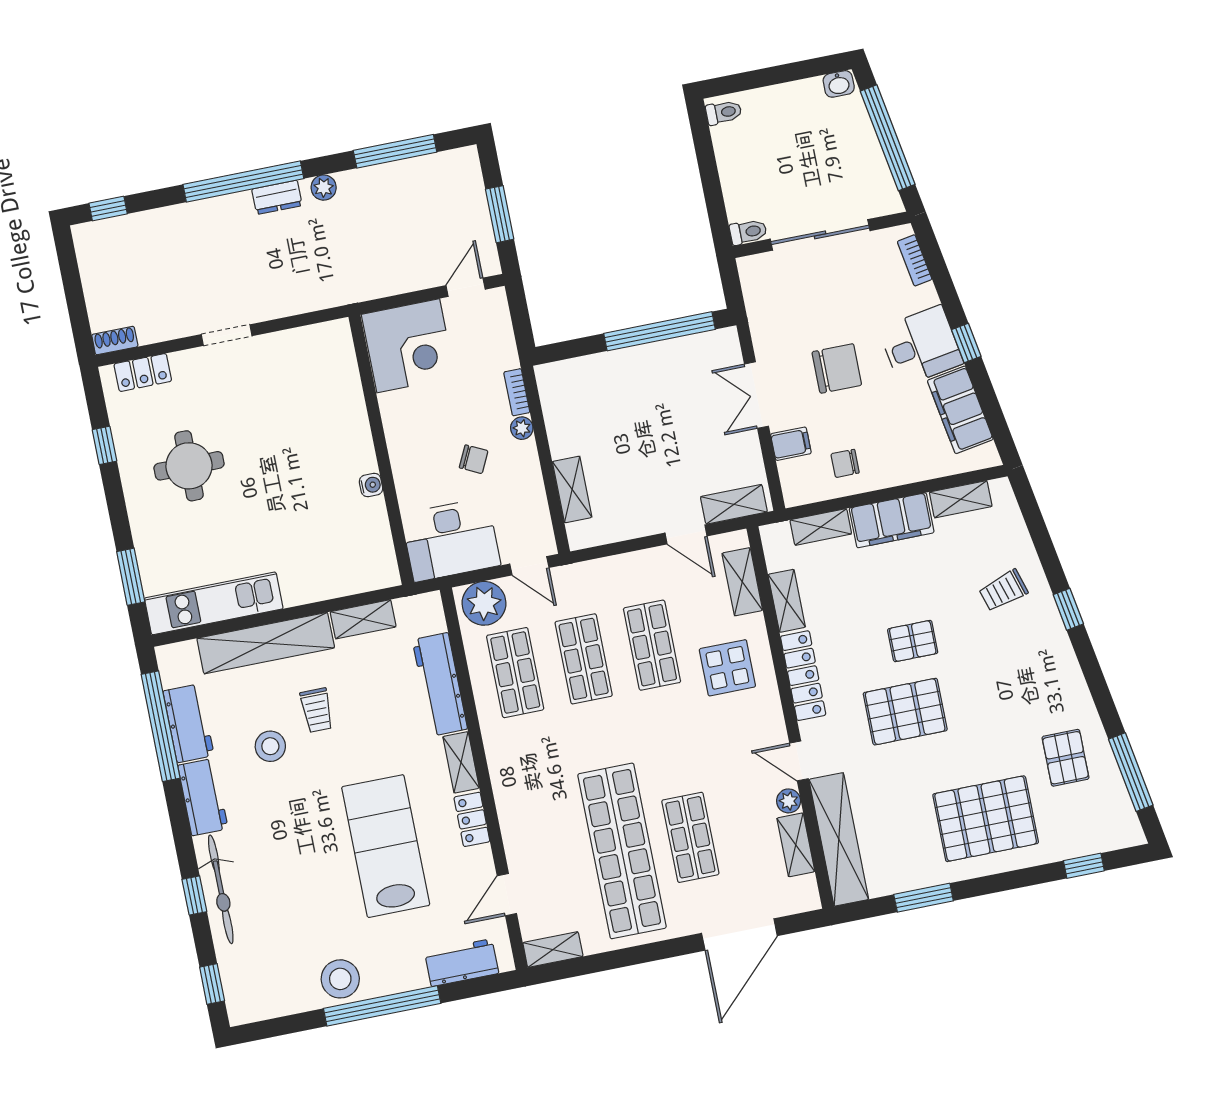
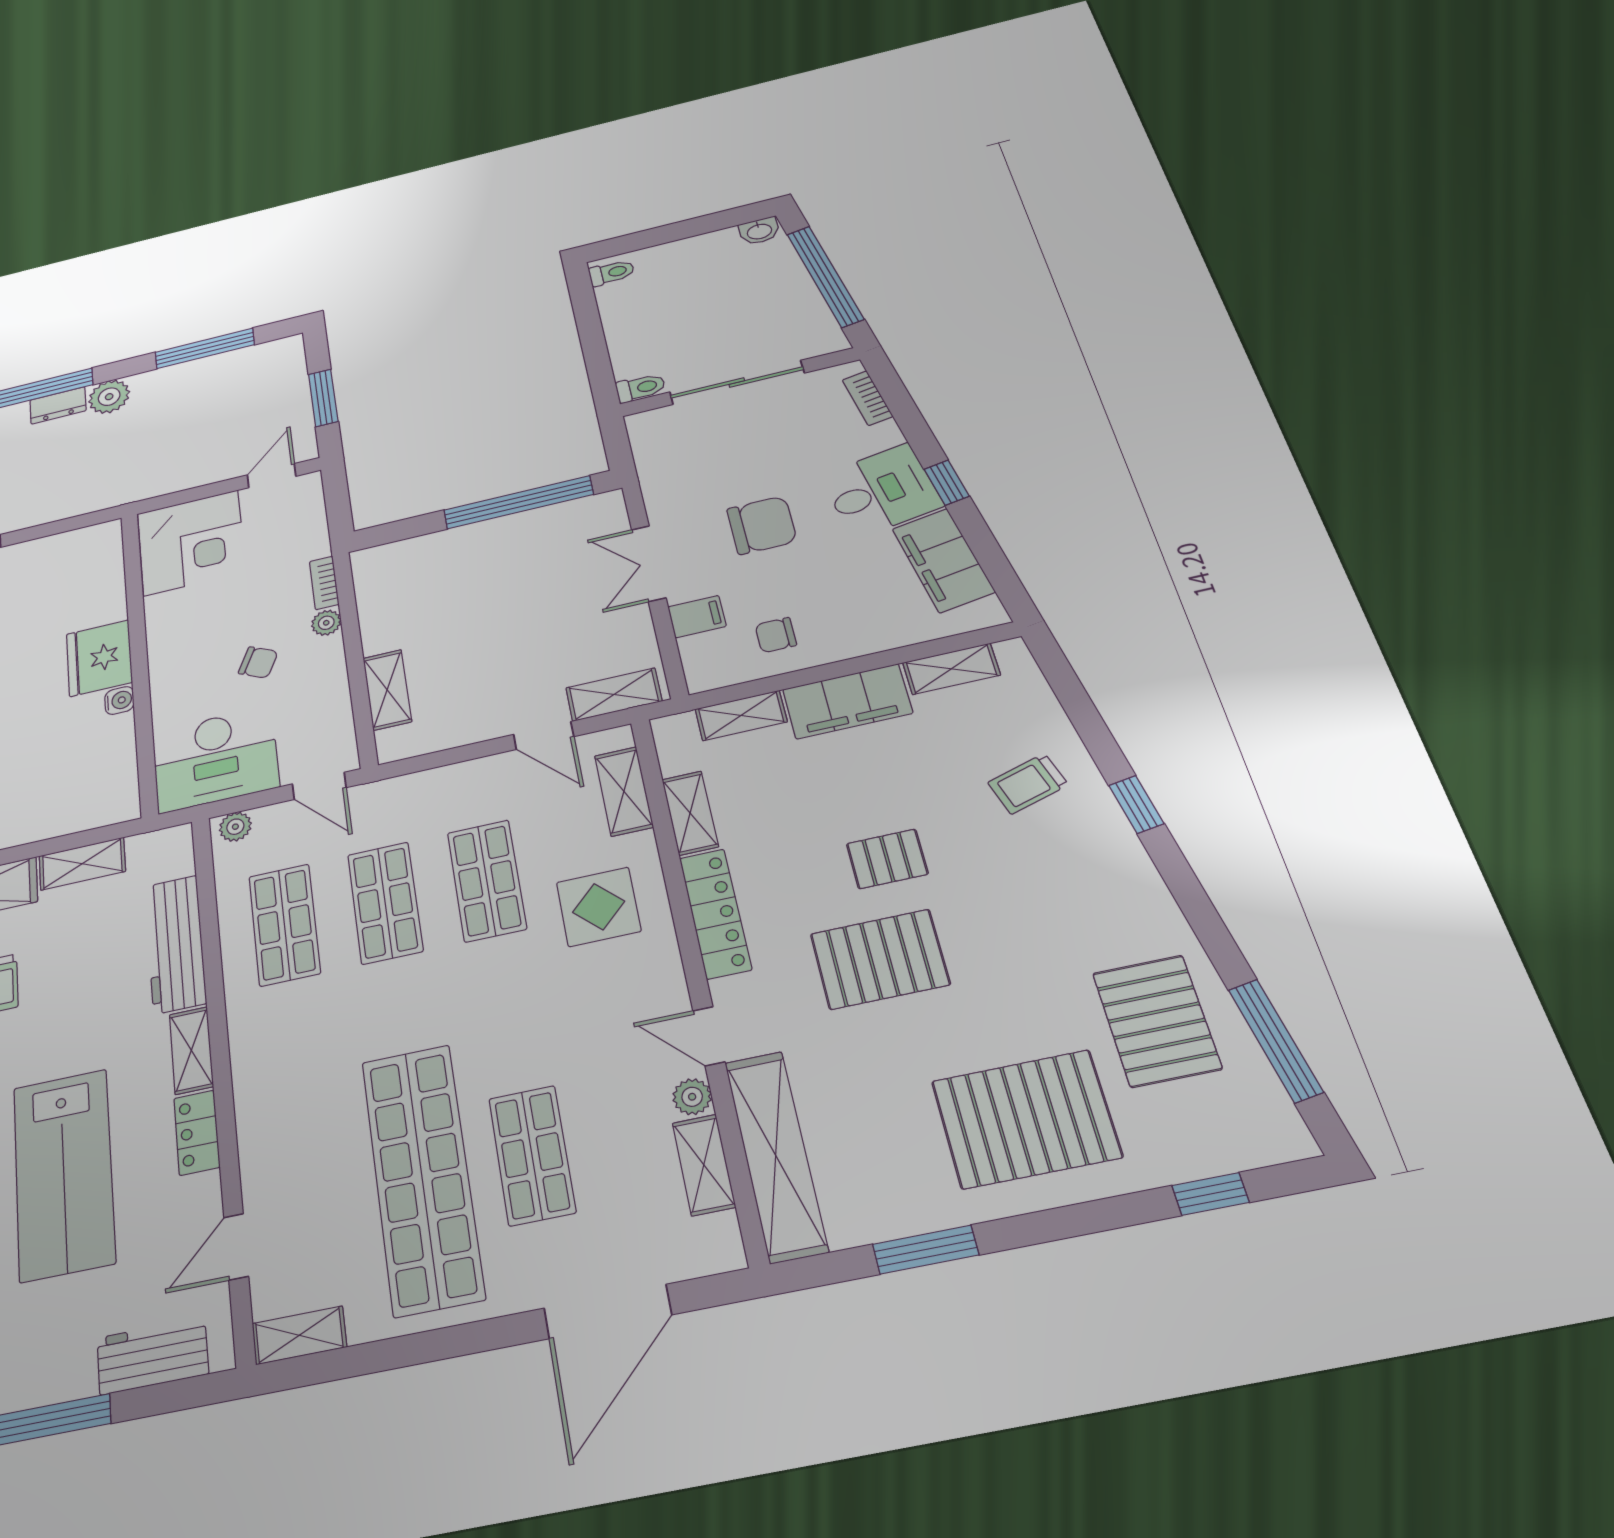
plant: (324, 188) -> (109, 397), width x1.38, depth x1.38
fridge: (350, 446) -> (99, 658), added
plant: (484, 603) -> (235, 827), width x0.53, depth x0.53
pallet: (1066, 758) -> (1157, 1021), width x1.50, depth x1.42
lab bench: (386, 846) -> (64, 1174), turned 180

